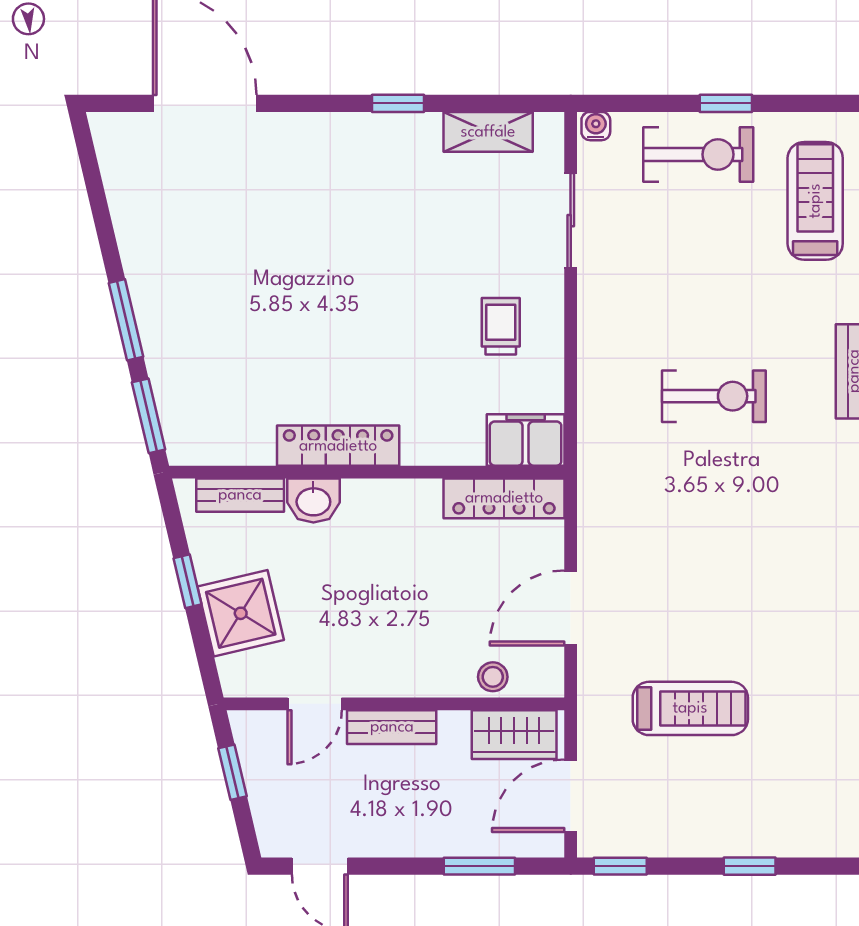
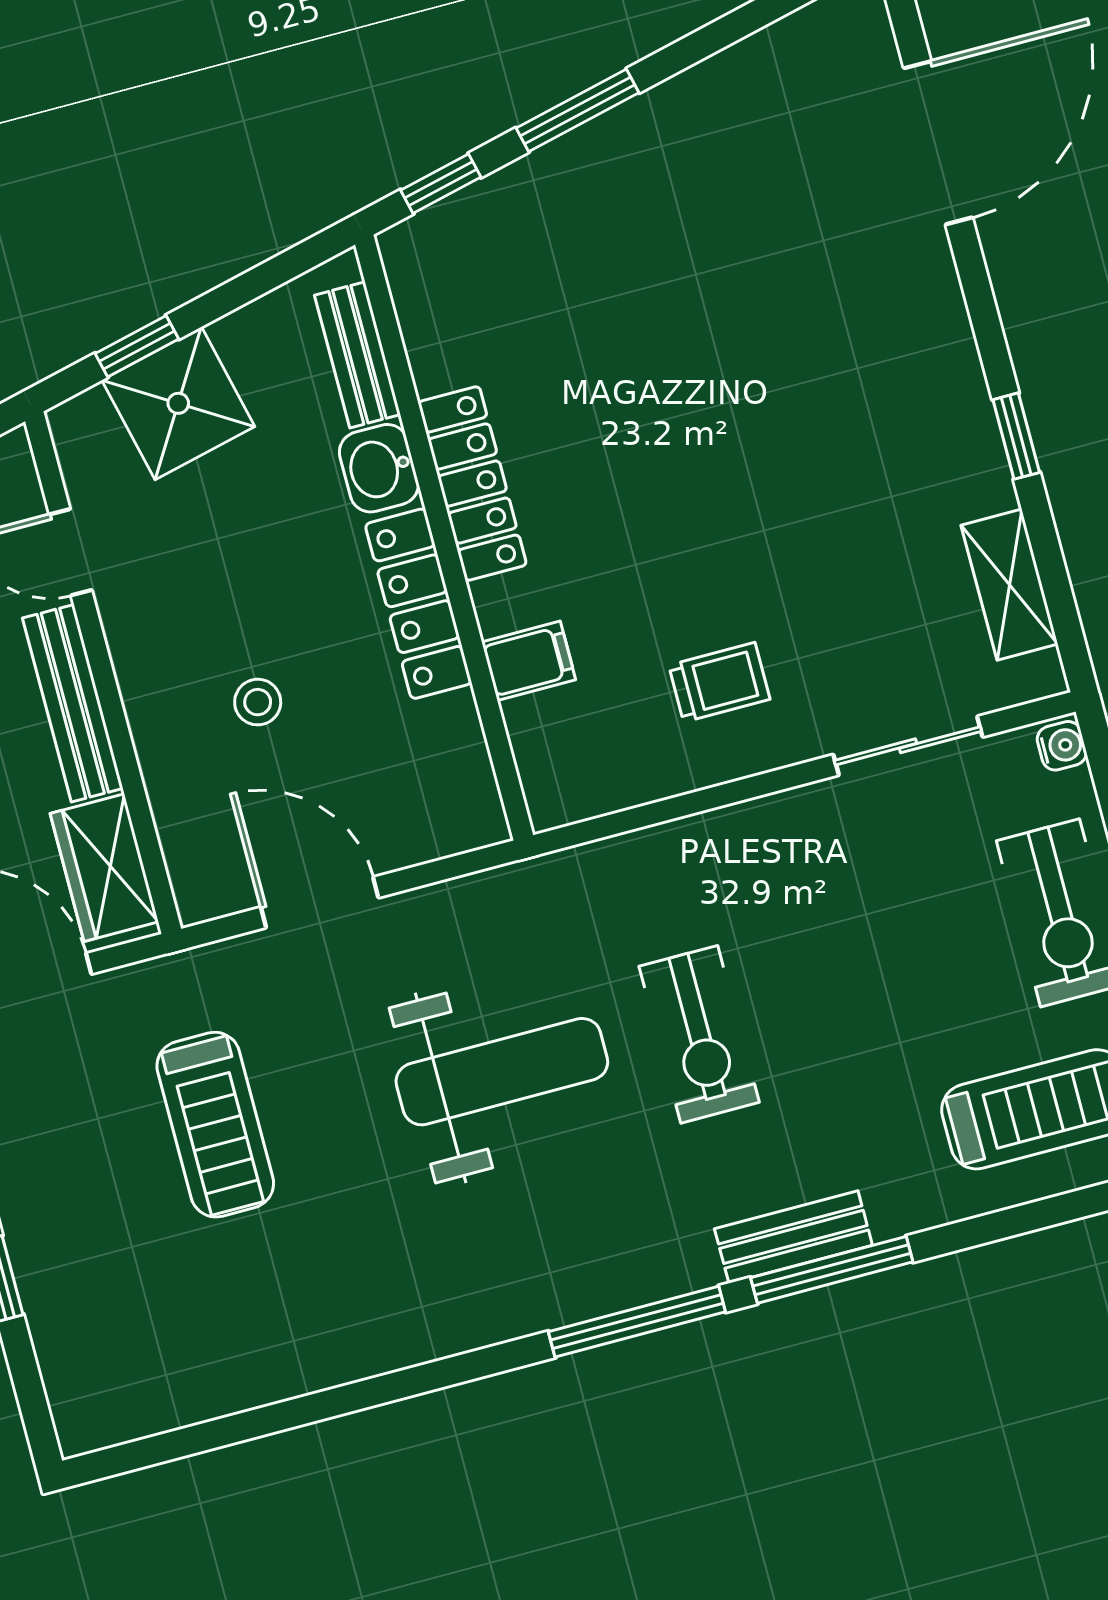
window: (149, 416) -> (441, 184), width x0.67
filing cabinet: (526, 440) -> (529, 661), moved, width x0.50
locker: (504, 498) -> (418, 604), moved
weight bench: (705, 524) -> (502, 1072), added
window: (188, 581) -> (137, 346), moved
stool: (493, 677) -> (258, 702), moved
bench: (392, 727) -> (73, 703), width x1.36

